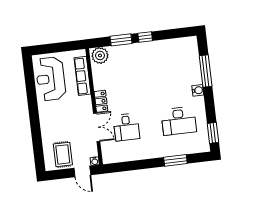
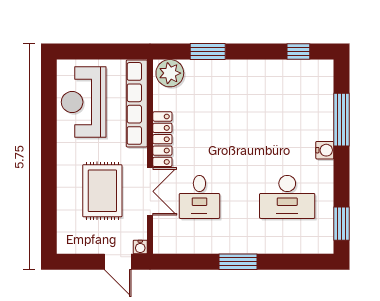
window: (145, 37) -> (298, 51), moved
row of seats: (82, 76) -> (137, 103), width x1.36
locker: (101, 101) -> (162, 139), width x1.53
rug: (63, 154) -> (102, 191), moved, width x1.36, depth x1.43
window: (175, 160) -> (238, 262), moved

